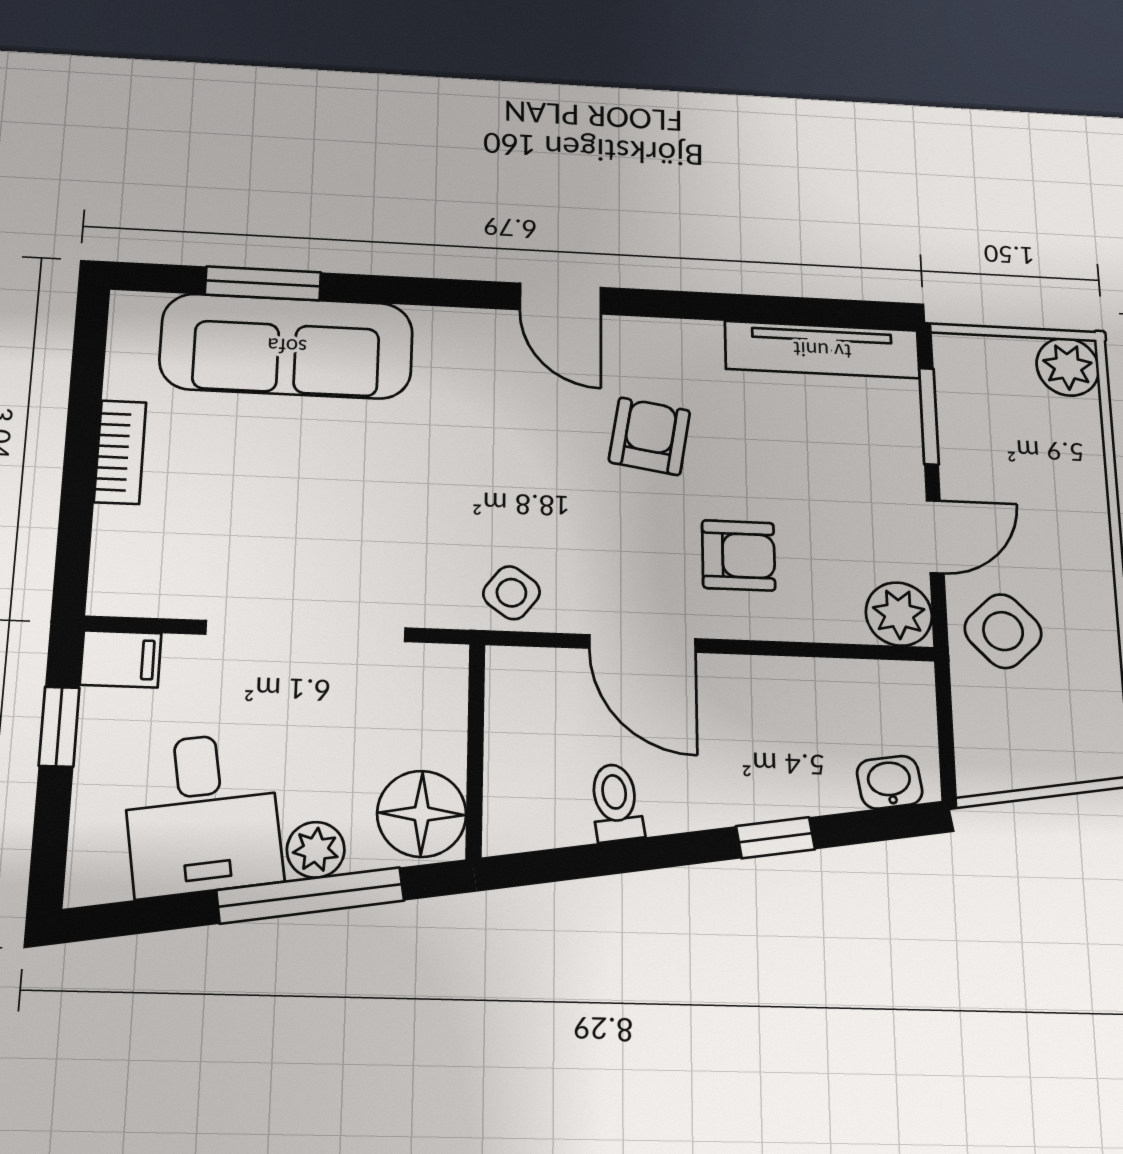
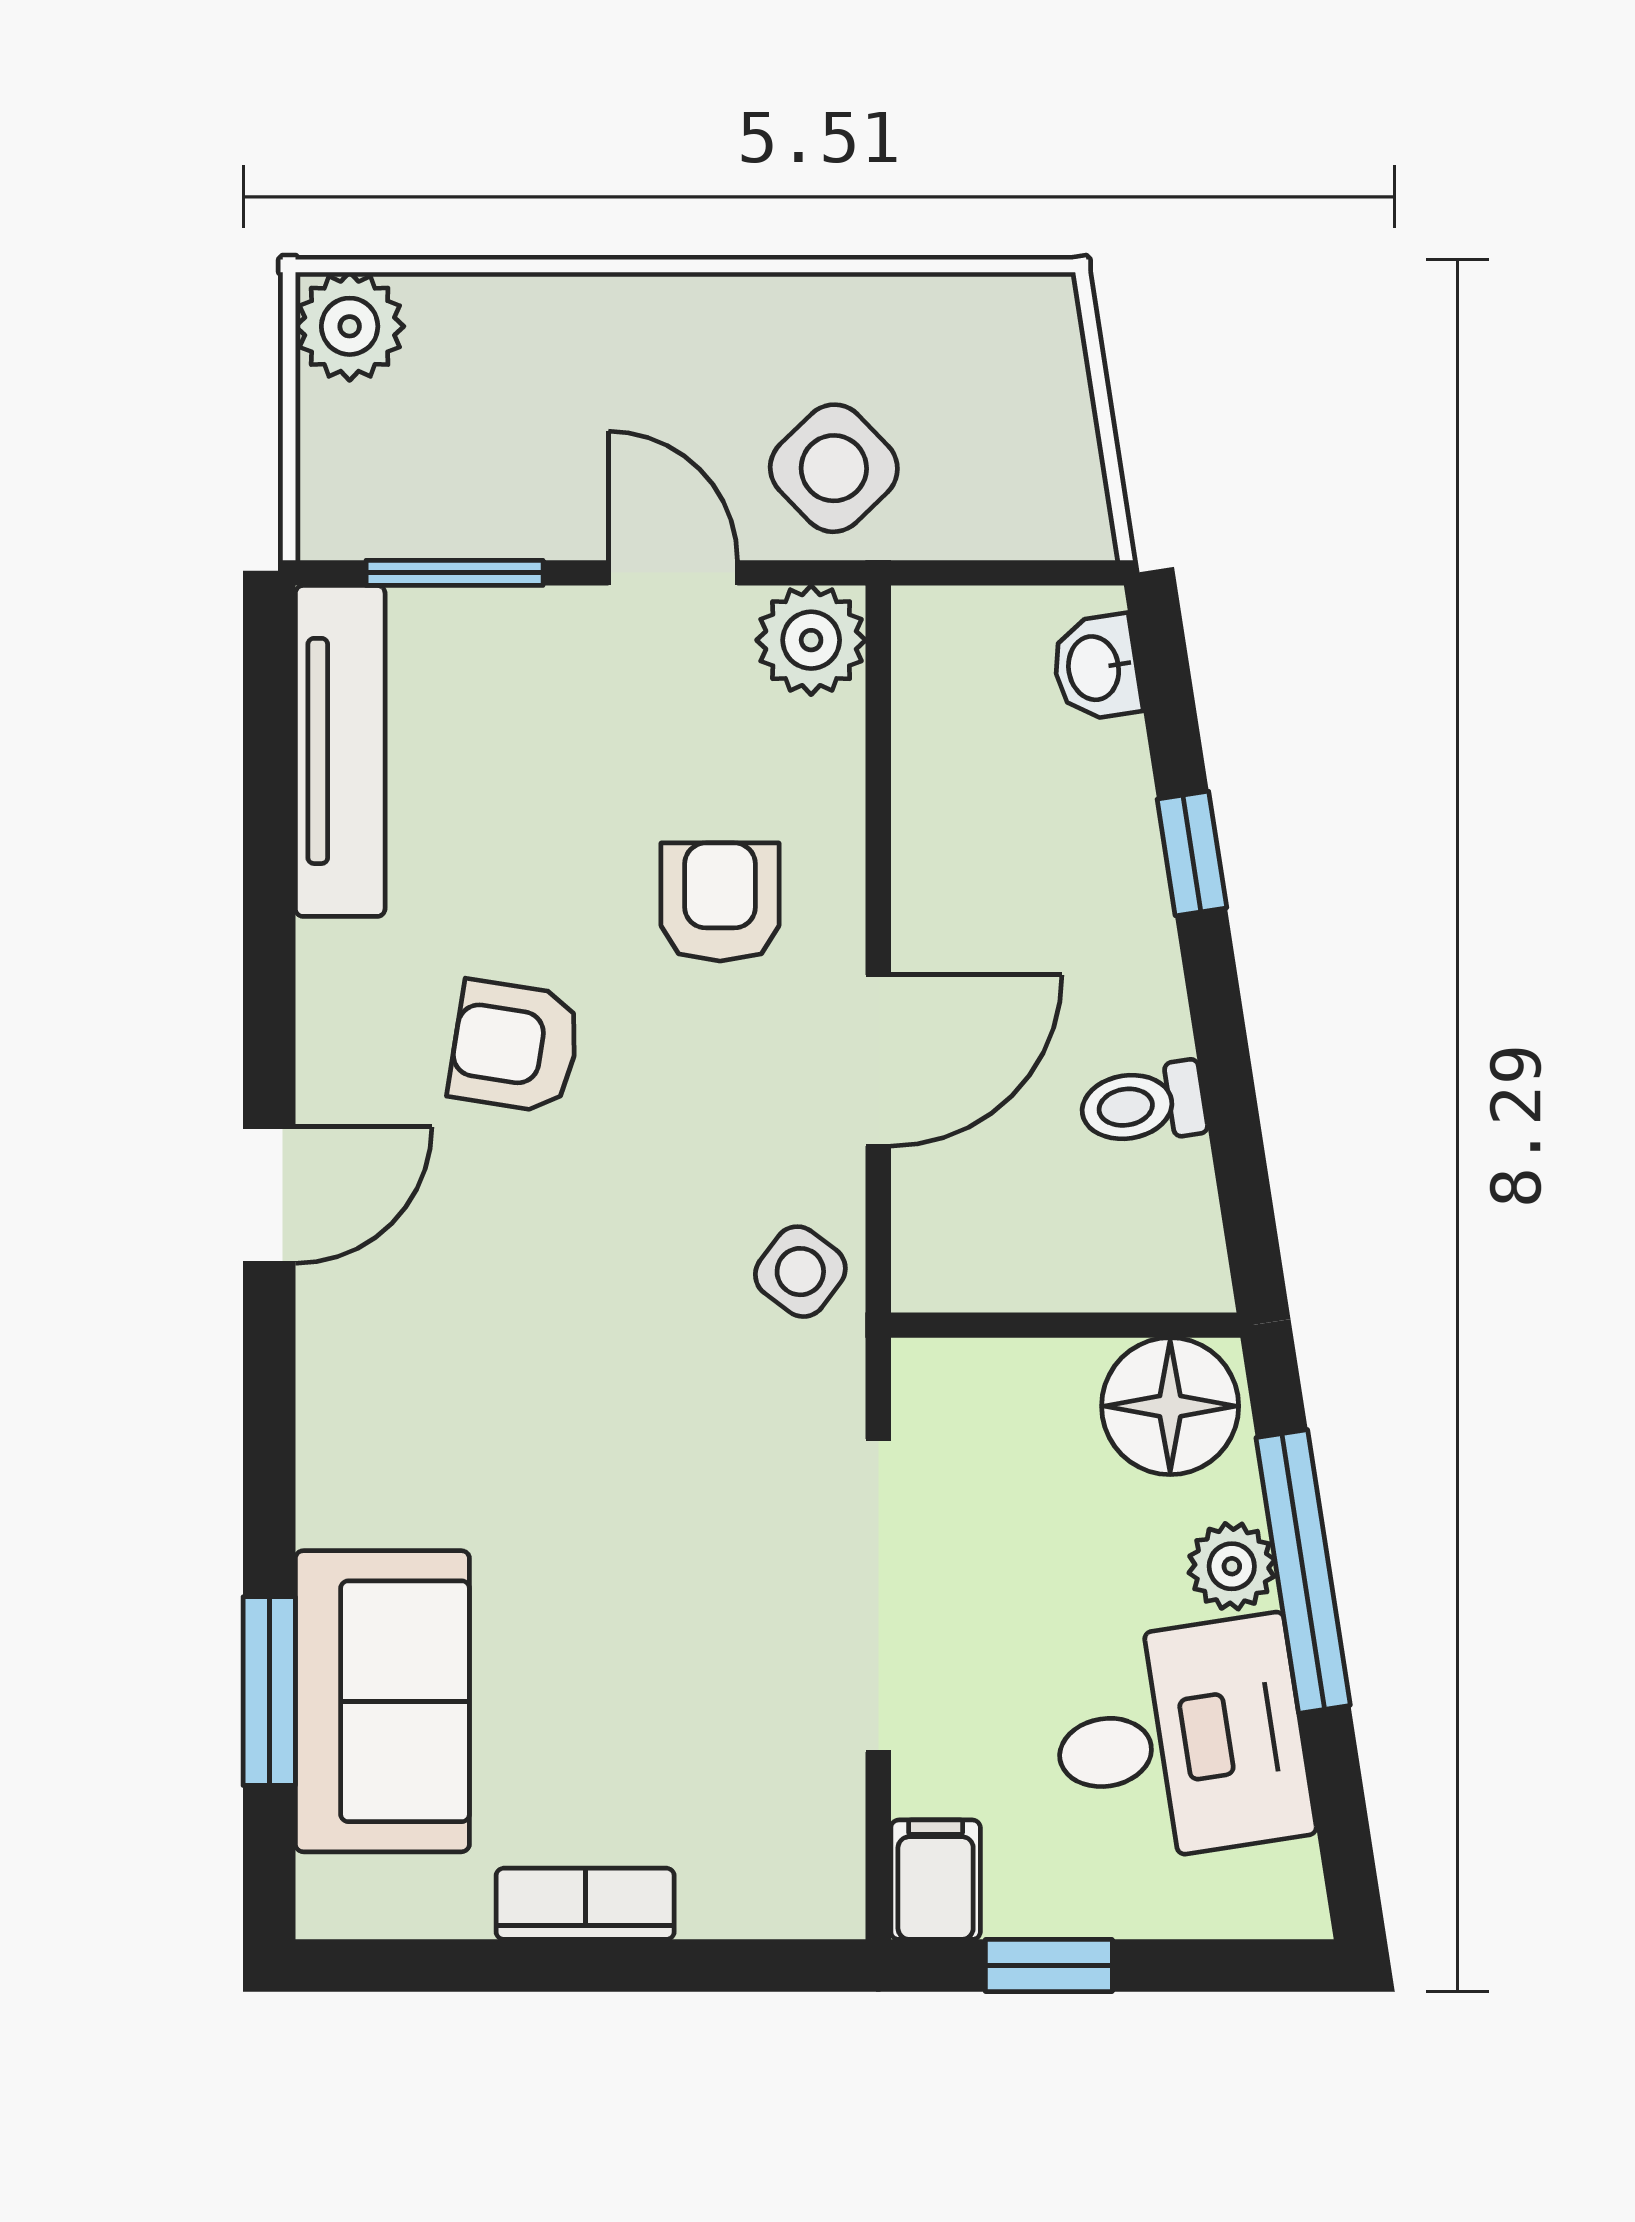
sofa: (287, 346) -> (382, 1701), width x0.73

